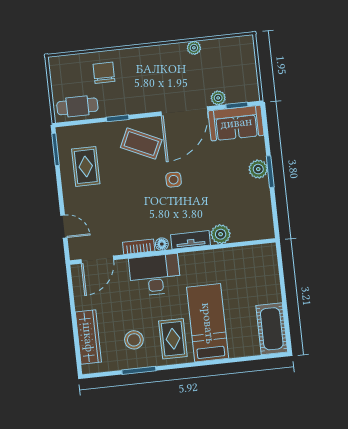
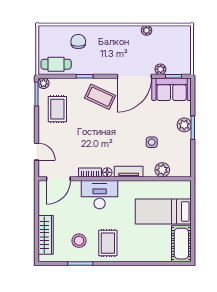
plant: (63, 134) -> (44, 83), added
side table: (174, 180) -> (152, 142), moved
plant: (221, 234) -> (162, 170), moved
bed: (208, 323) -> (163, 211), moved, turned -90

